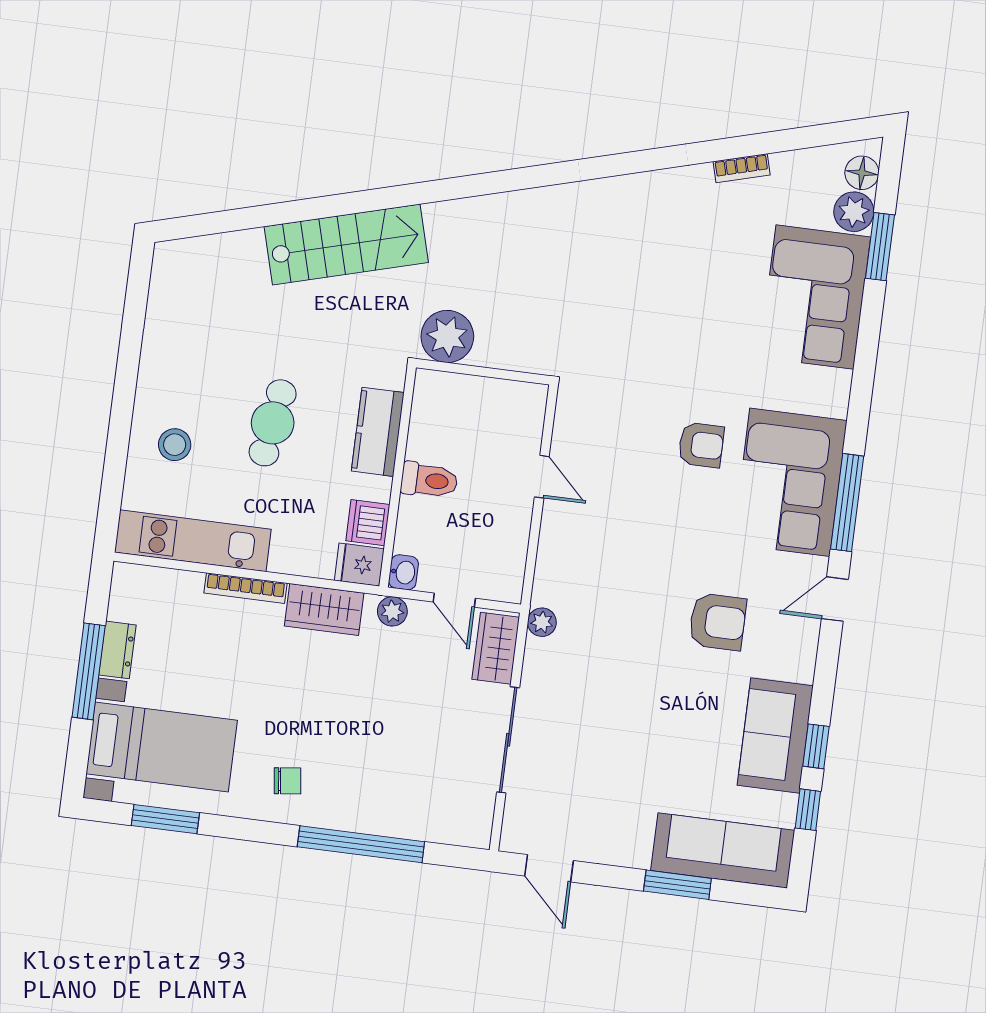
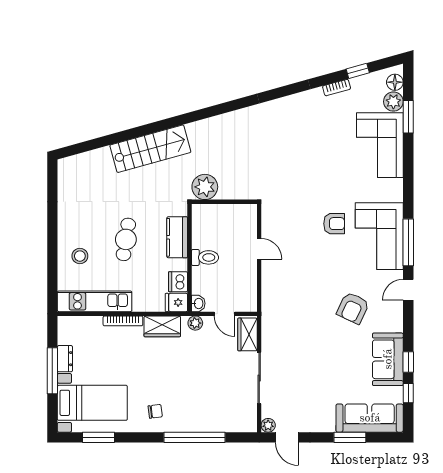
window: (789, 140) -> (358, 71), added
plant: (542, 622) -> (268, 425), moved
armchair: (718, 622) -> (353, 308), turned 115

